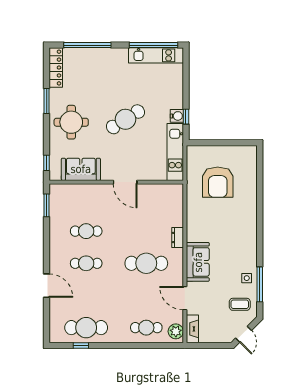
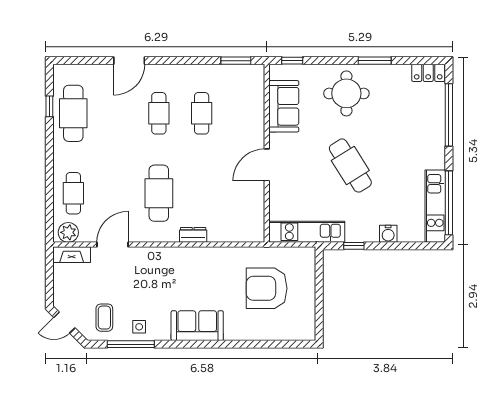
locker: (56, 68) -> (428, 73), width x0.66
water cooler: (177, 116) -> (388, 234), moved
sofa: (198, 262) -> (197, 326), moved, turned 180

